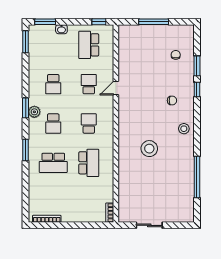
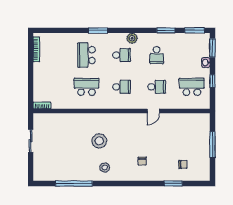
window: (99, 22) -> (212, 81), moved
school desk: (53, 84) -> (157, 55), turned -90
door: (116, 88) -> (153, 111), swing flipped
window: (197, 90) -> (152, 183), removed
window: (26, 108) -> (166, 30), moved
school desk: (53, 124) -> (122, 55), turned 180
stool: (184, 129) -> (105, 167), moved
school desk: (89, 163) -> (86, 87), turned 180

